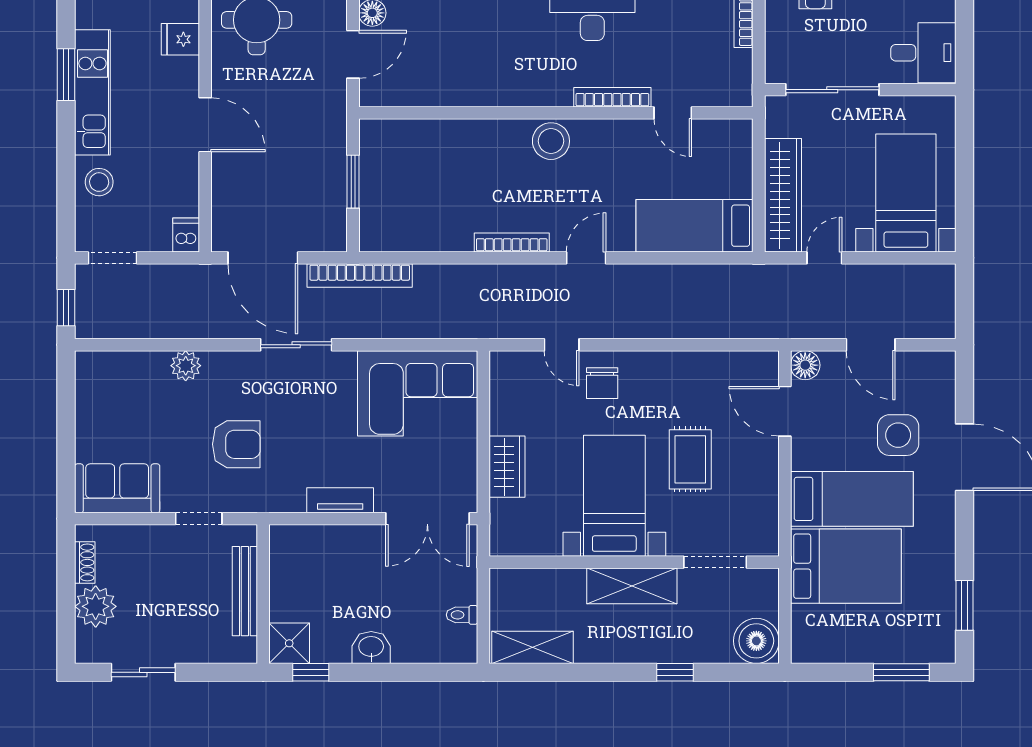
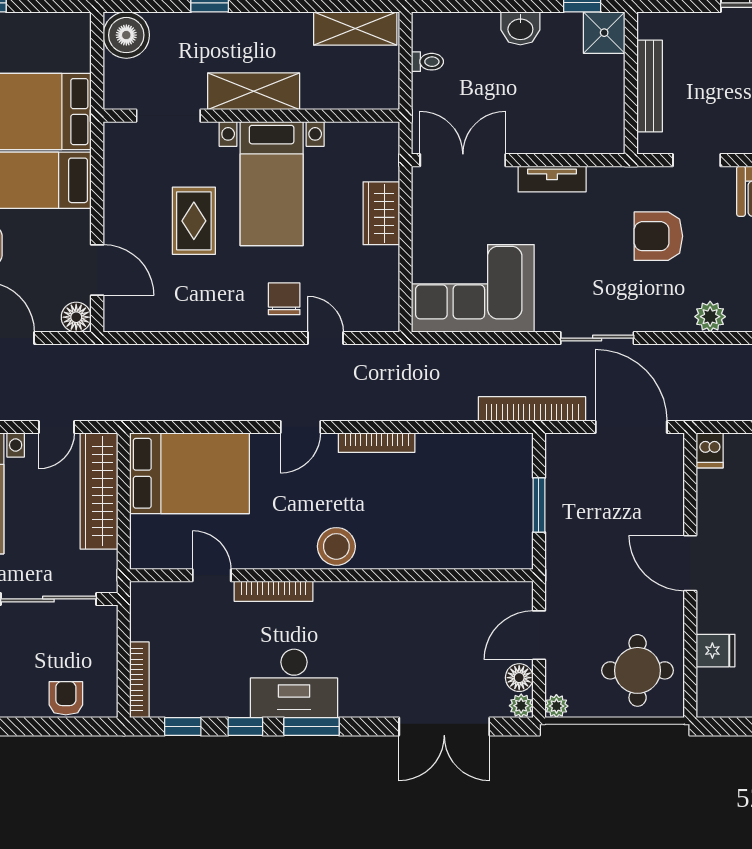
bed: (694, 226) -> (190, 473), width x1.50

